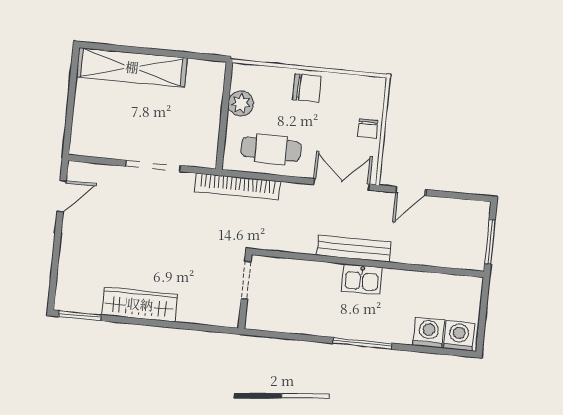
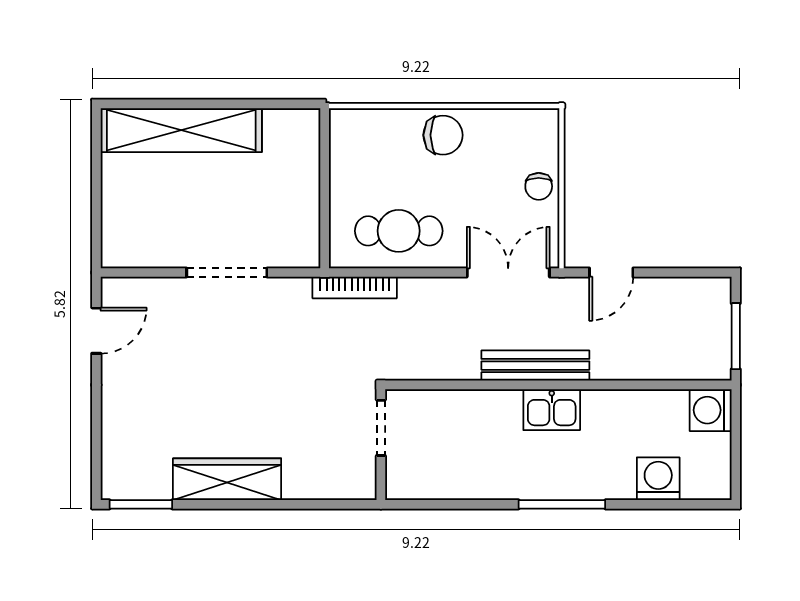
plant: (241, 103) -> (348, 168), removed
bookcase: (237, 187) -> (355, 287), width x0.68, depth x0.76
washing machine: (459, 336) -> (711, 410), moved, turned -90

